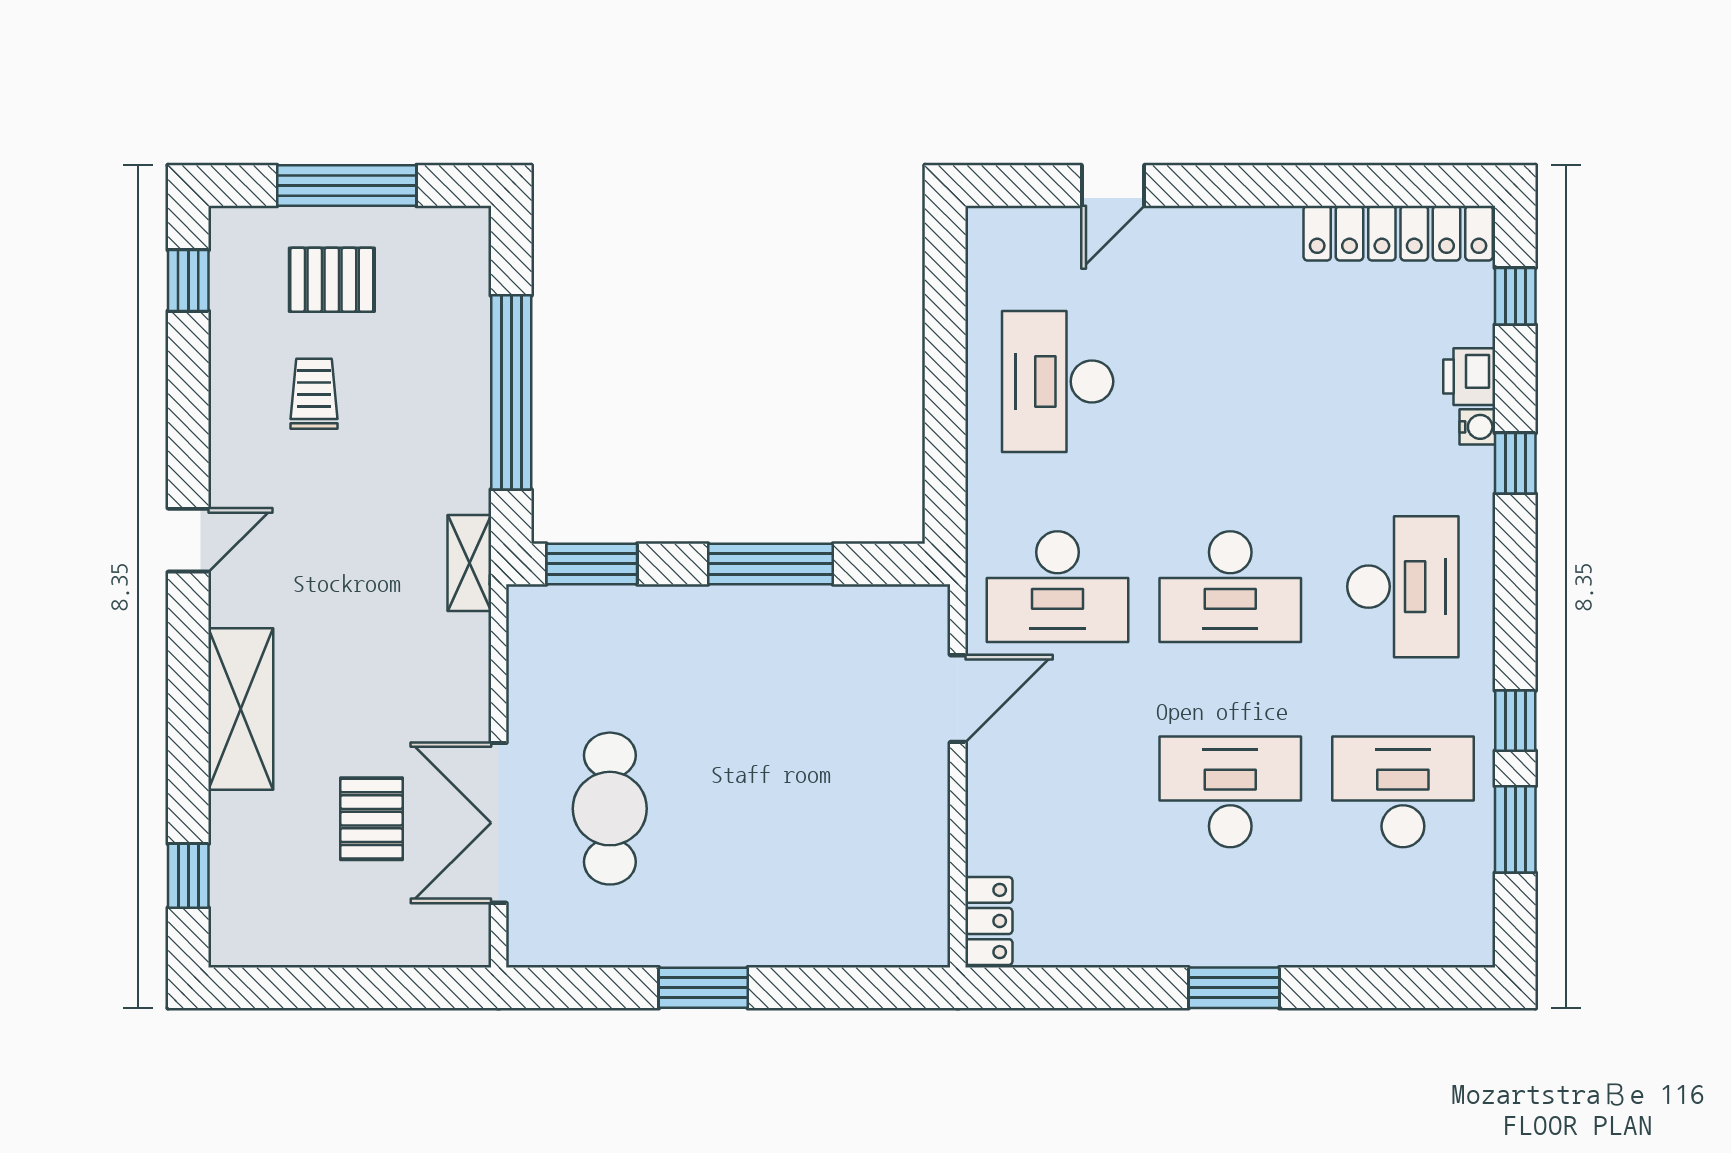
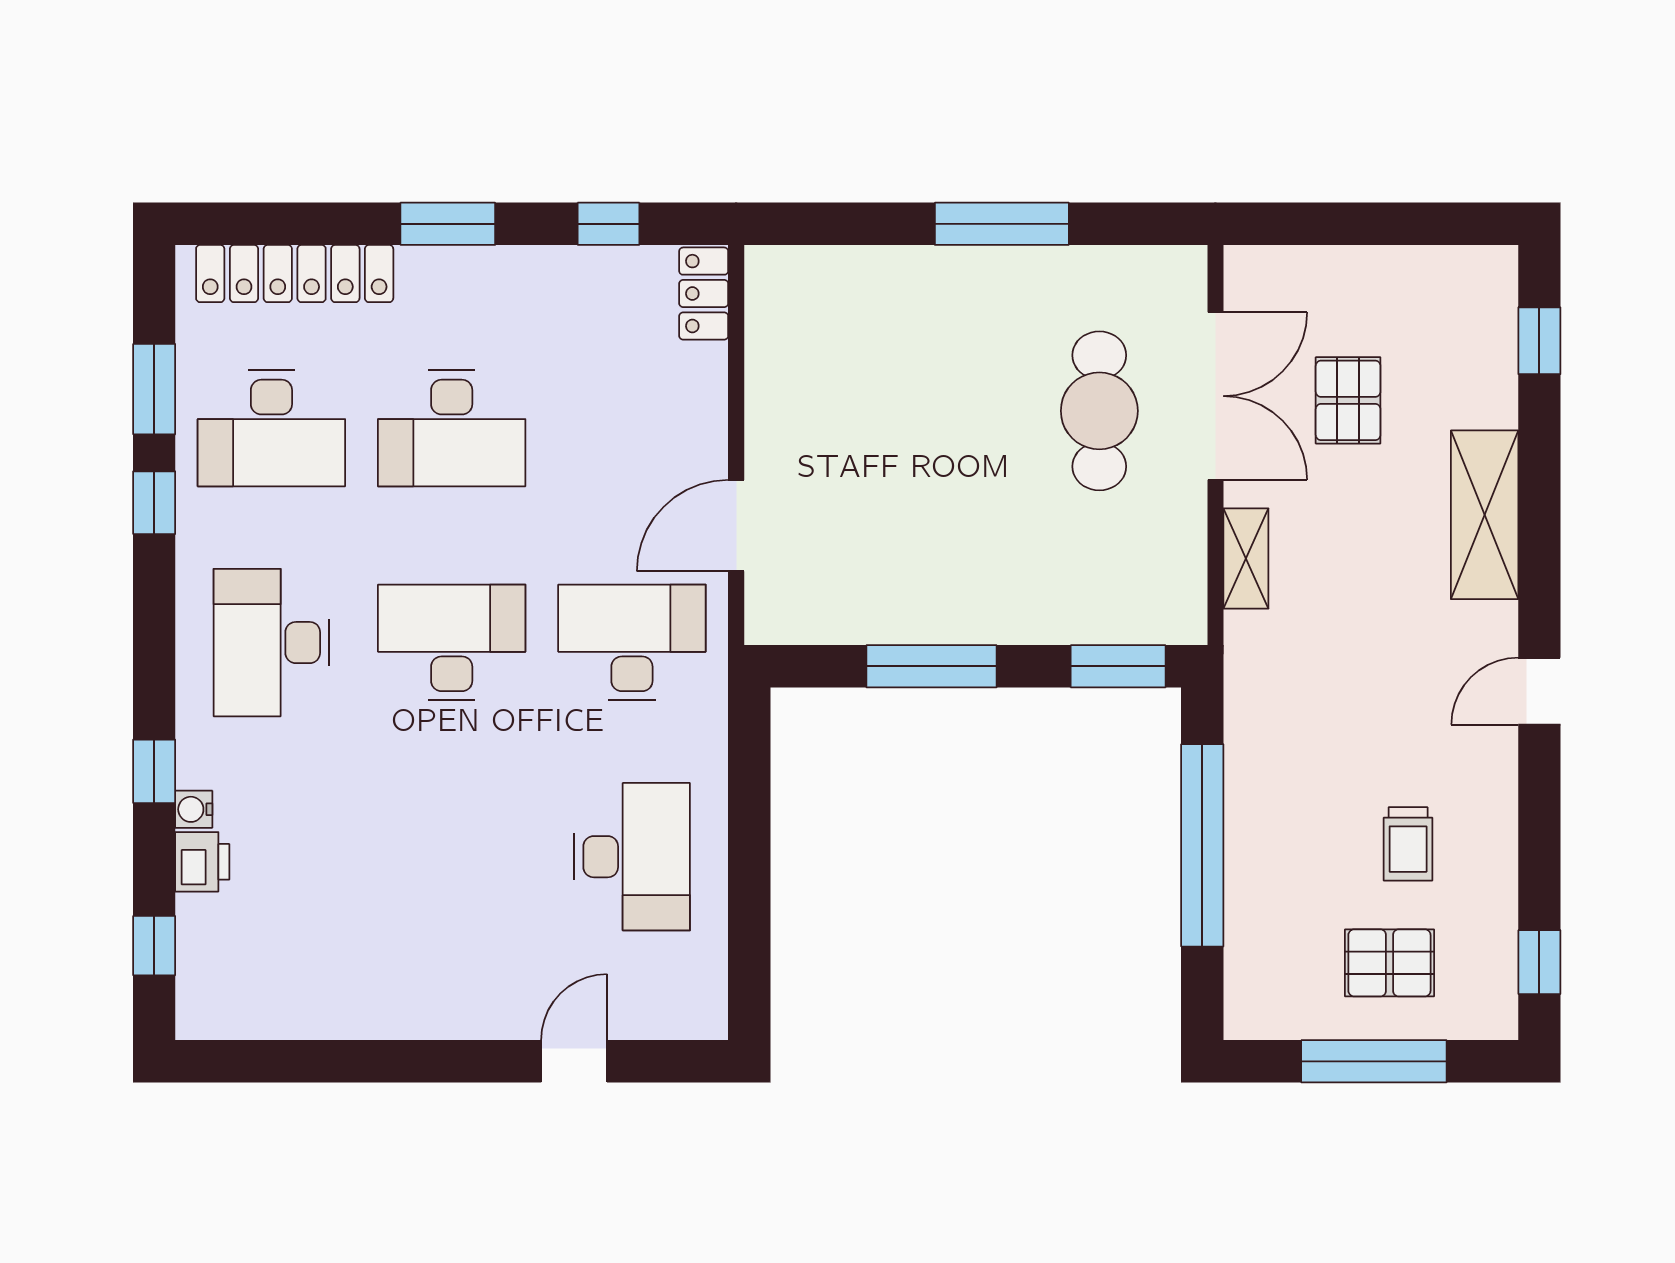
locker: (1398, 233) -> (295, 274), moved, turned 180
shelving: (469, 563) -> (1246, 558), moved
window: (703, 988) -> (1002, 224), width x1.44
window: (1080, 988) -> (608, 224), added

